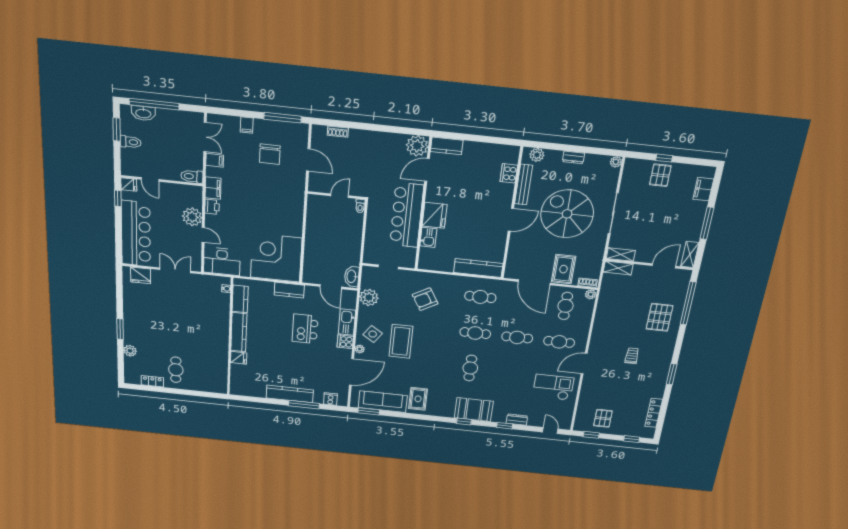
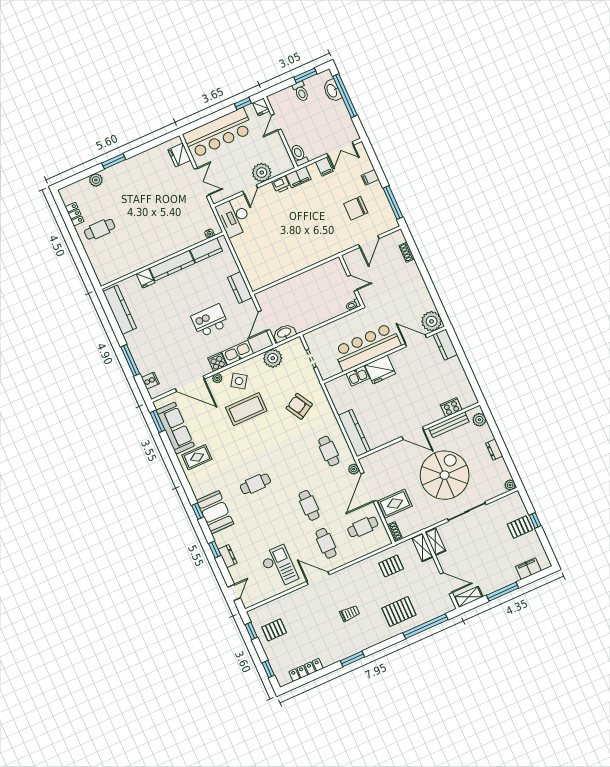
corner desk: (276, 258) -> (264, 261), removed
plant: (591, 294) -> (354, 469), moved
pallet: (616, 302) -> (391, 566), added
cafe table: (475, 333) -> (292, 467), removed
kitchen counter: (290, 394) -> (120, 310), moved

